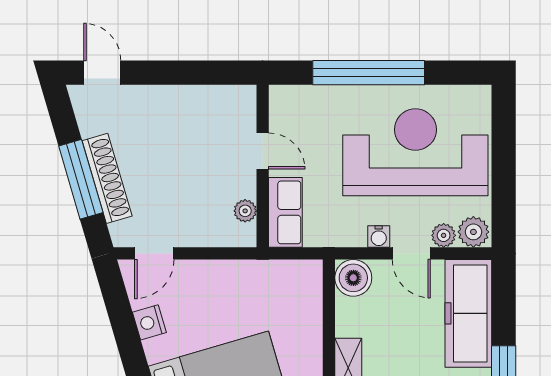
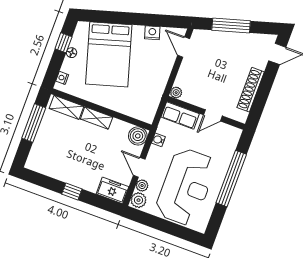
shoe rack: (107, 178) -> (251, 90), moved, turned 106
plant: (245, 211) -> (176, 93), moved
water cooler: (379, 236) -> (158, 140), moved
door: (411, 253) -> (139, 167), hinge flipped
freezer: (468, 313) -> (112, 190), width x0.52, depth x0.79

